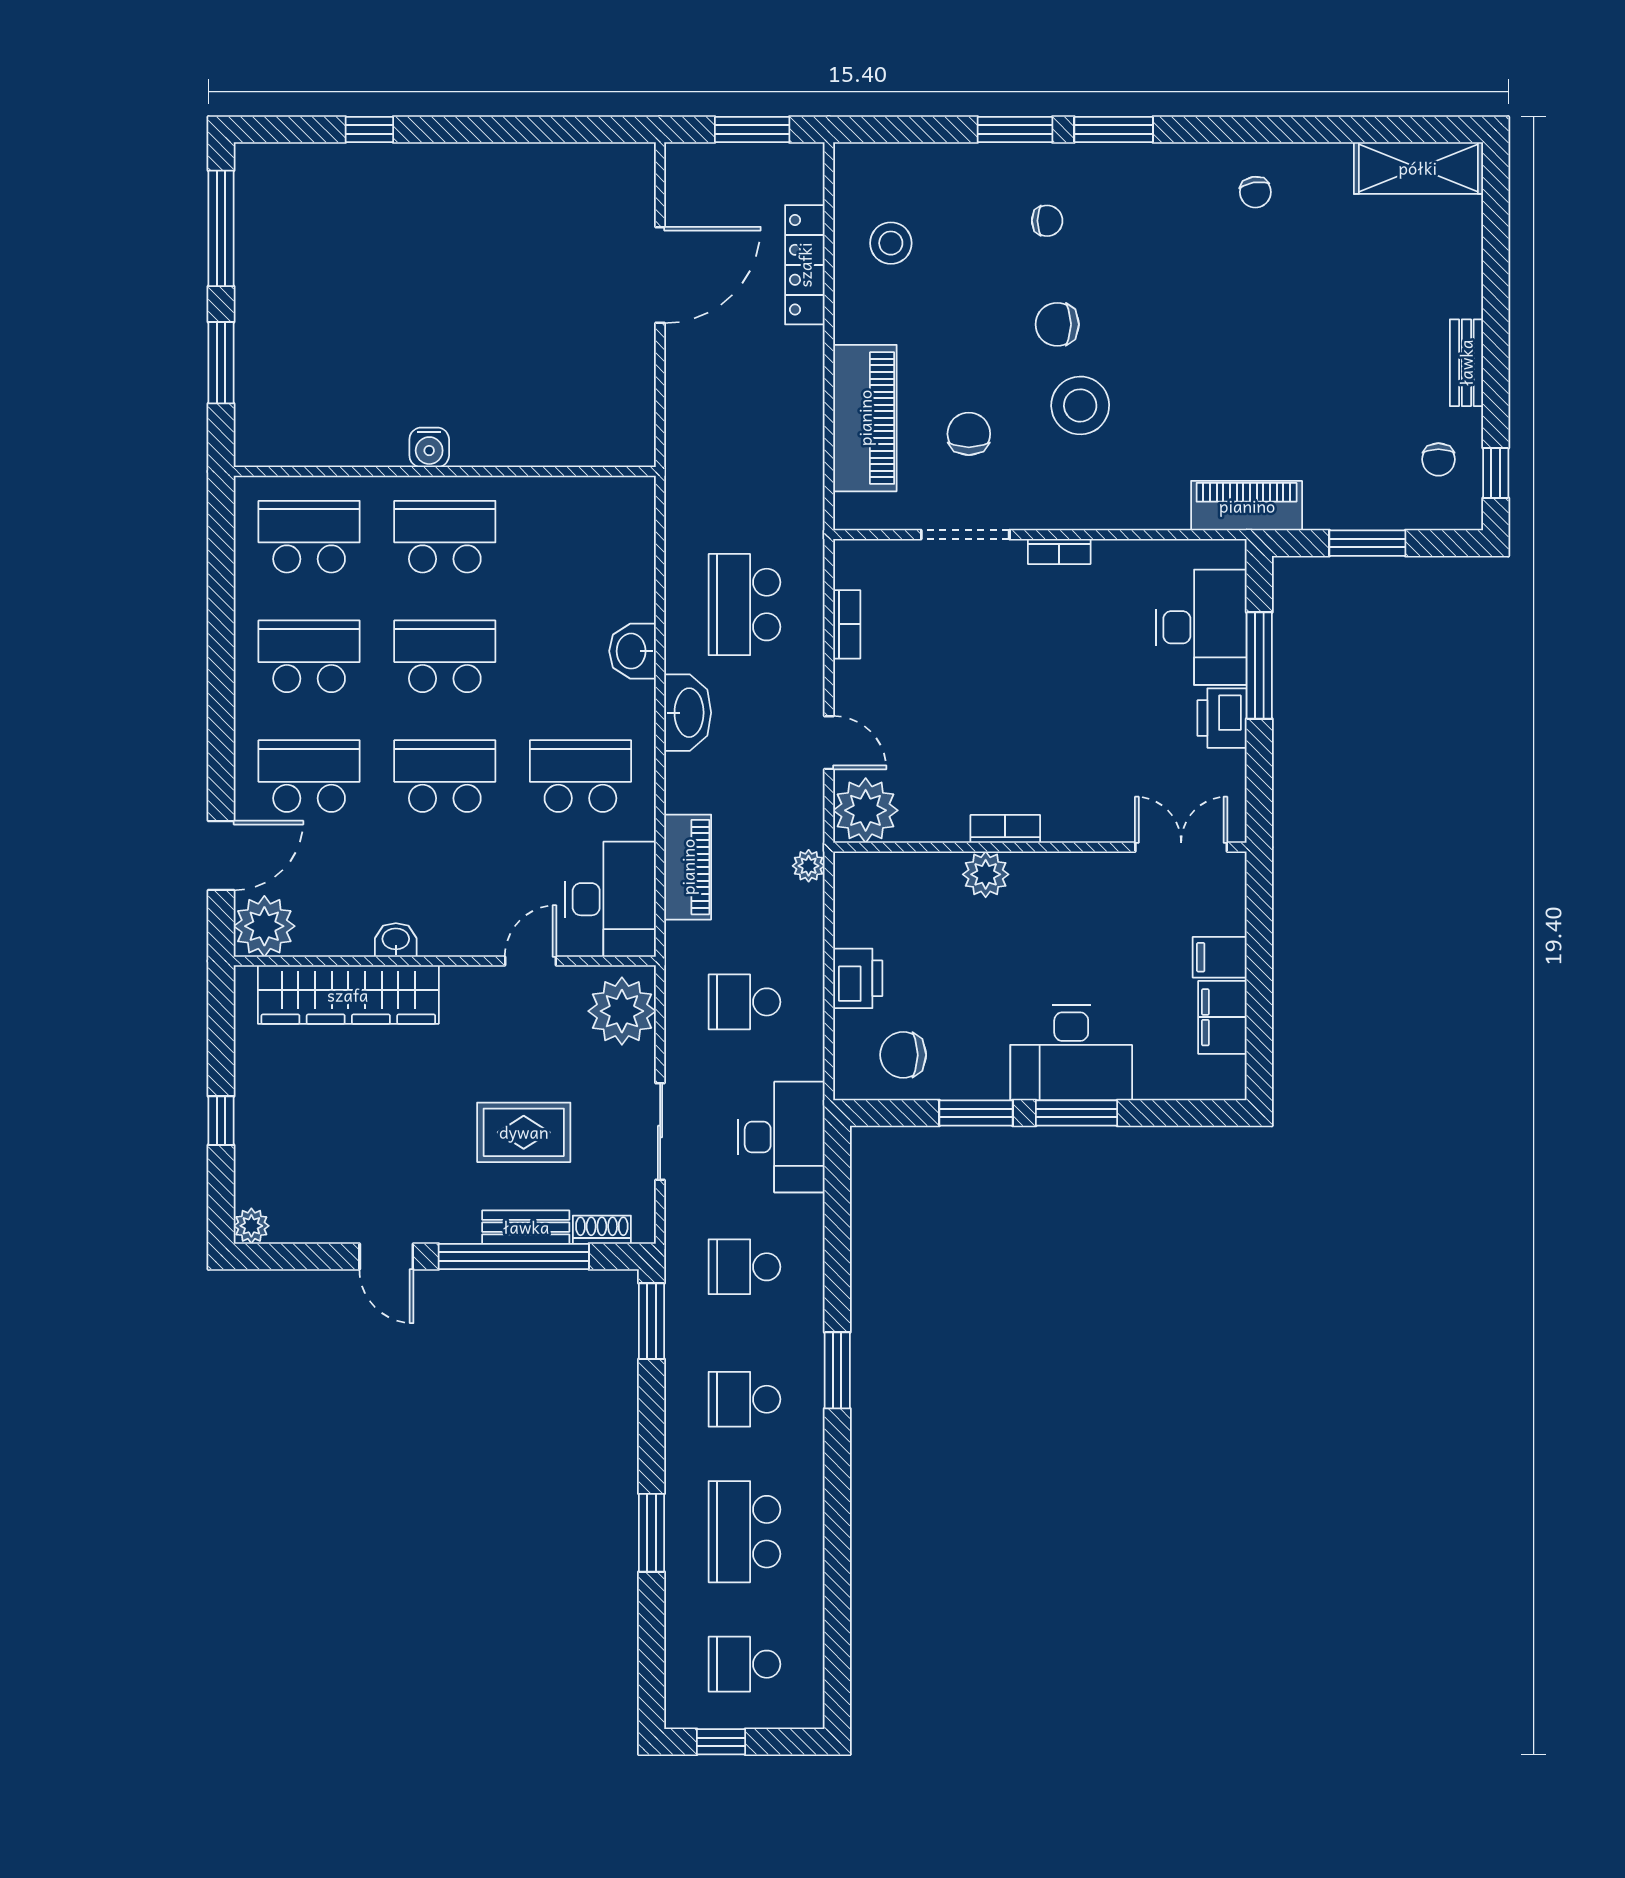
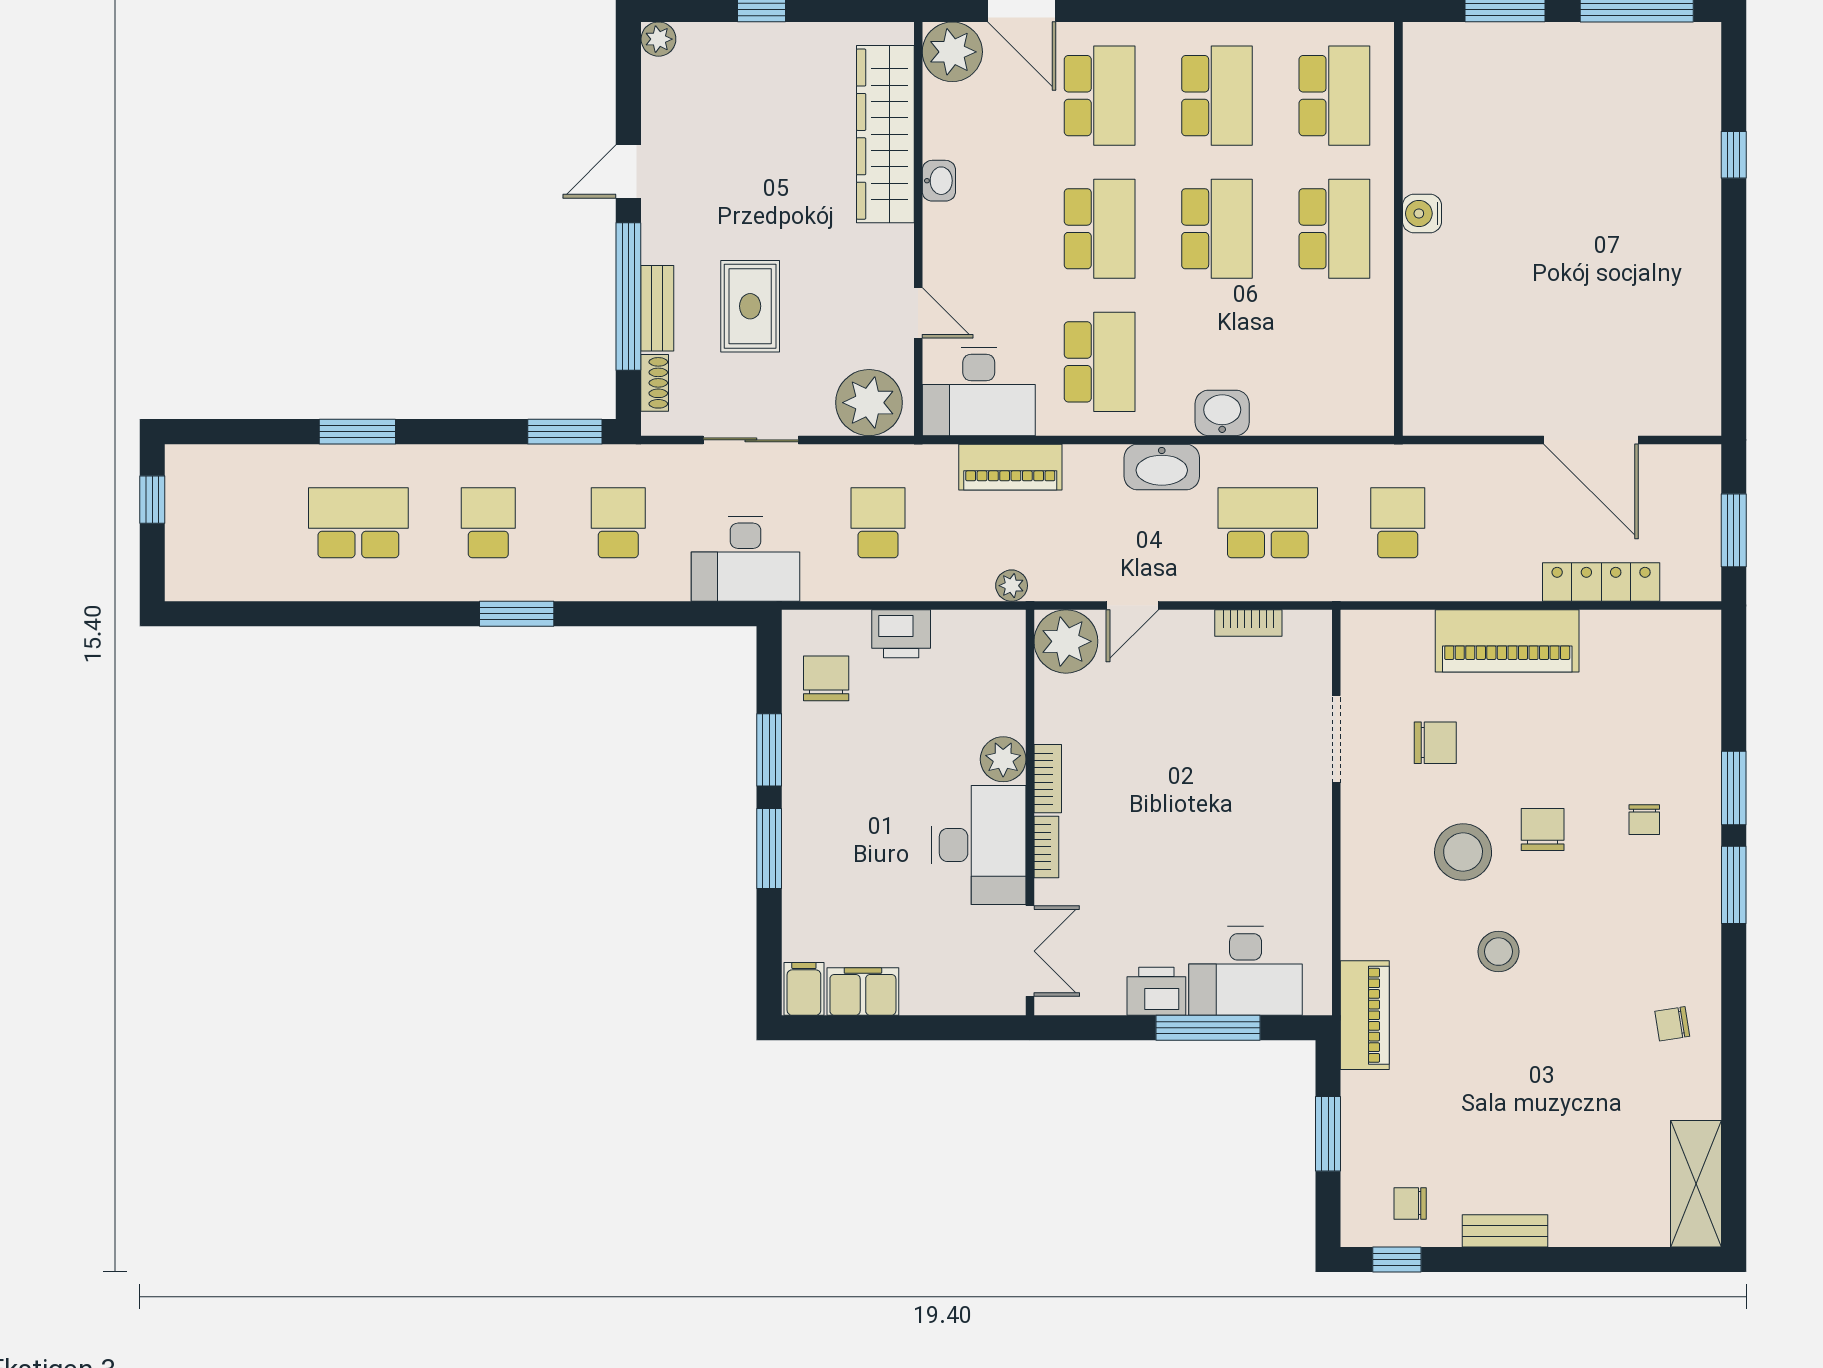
stool: (891, 243) -> (1499, 952), moved
piano: (865, 418) -> (1507, 641), moved
bookcase: (1059, 552) -> (1046, 847), moved, turned 180
filing cabinet: (1220, 957) -> (804, 989), moved
desk: (1071, 1052) -> (979, 845), moved, turned 180
school desk: (744, 1664) -> (1398, 523), moved

